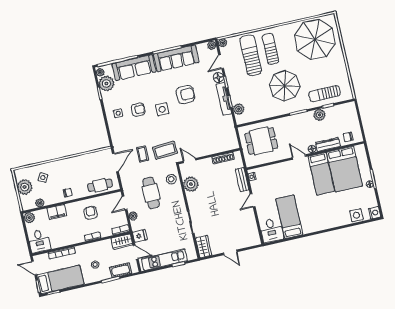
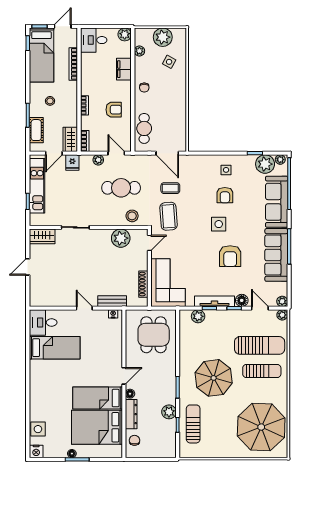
corner sofa: (217, 139) -> (168, 283), added

